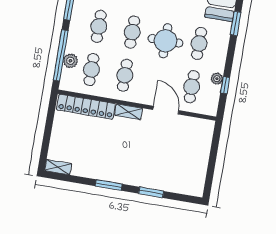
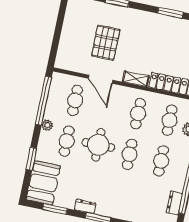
plant: (217, 79) -> (47, 125), moved
window: (225, 85) -> (43, 101), width x3.17
pallet: (162, 149) -> (106, 43), added
window: (109, 185) -> (170, 13), moved

